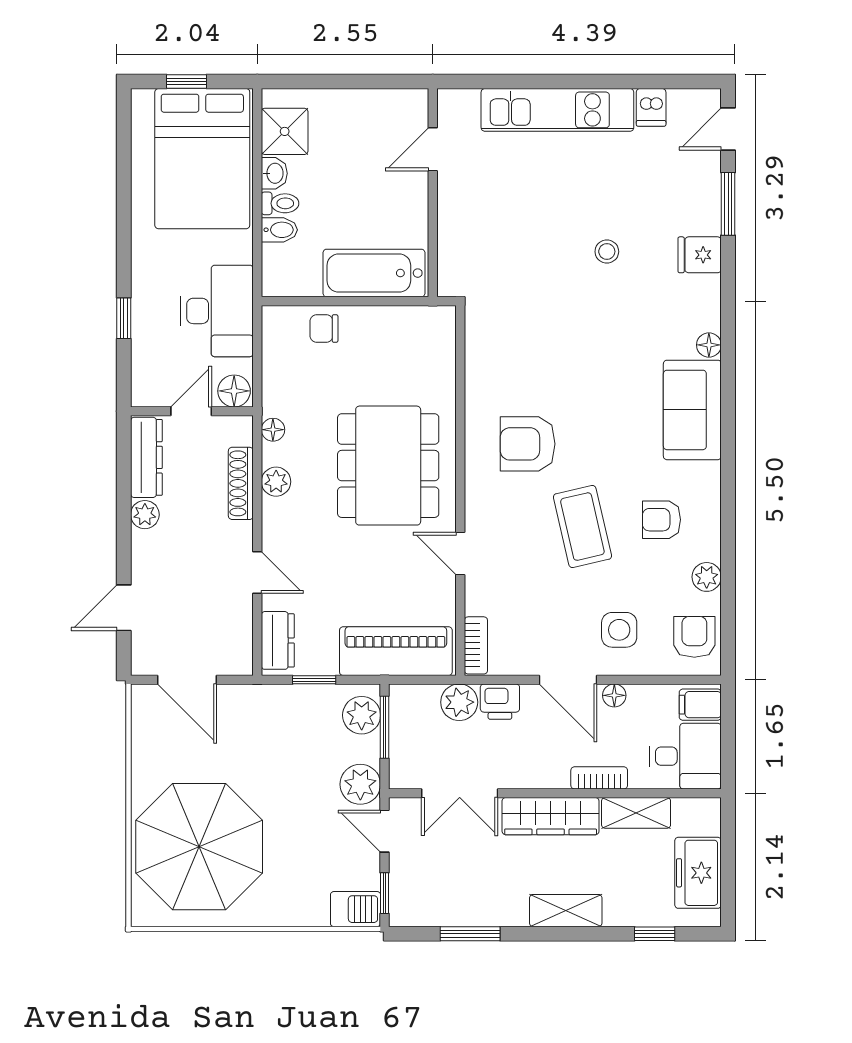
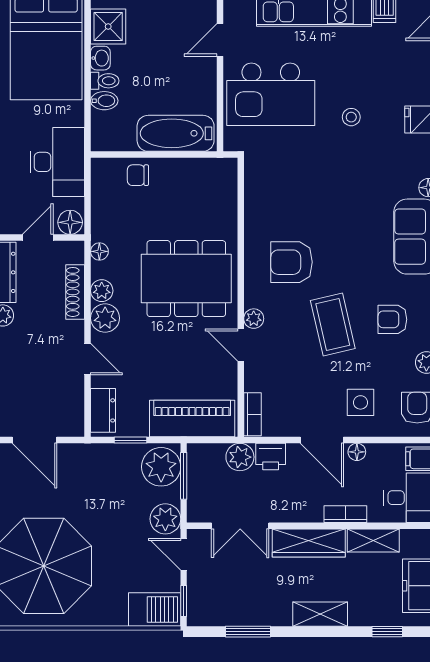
kitchen island: (500, 221) -> (271, 94), added
dining table: (388, 466) -> (186, 279), turned 90
plant: (280, 518) -> (105, 318), added
plant: (478, 519) -> (254, 319), added
plant: (362, 715) -> (161, 467), width x1.36, depth x1.36
barbecue: (355, 909) -> (155, 609), width x1.38, depth x1.27

